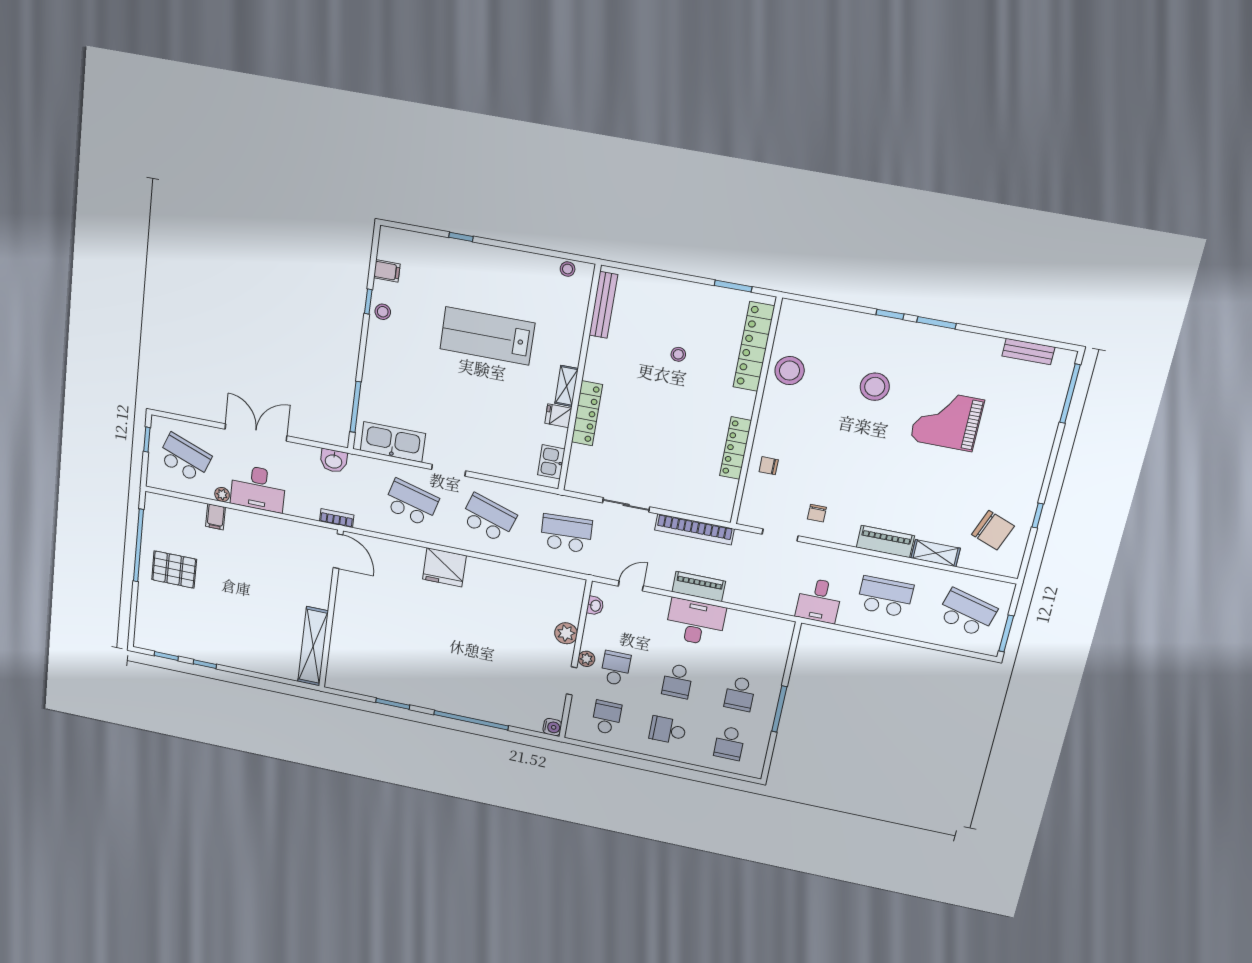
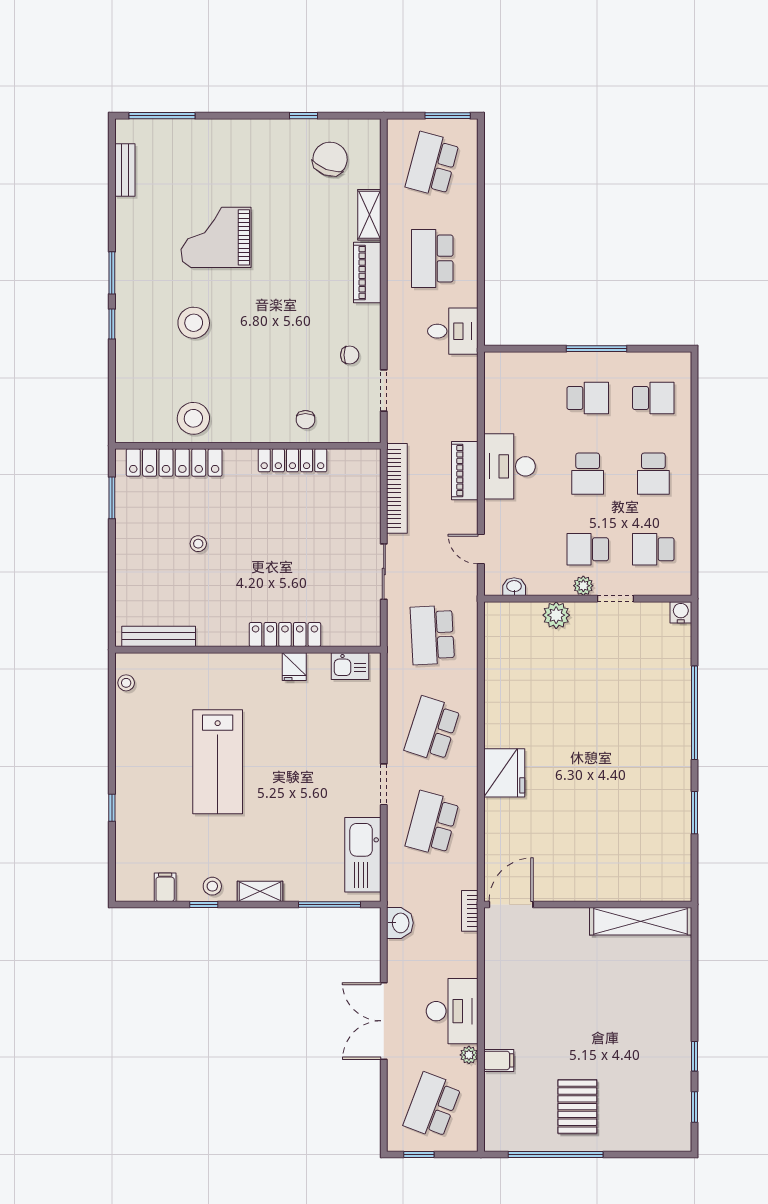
shelving: (567, 386) -> (260, 891), moved
grand piano: (947, 420) -> (216, 237), turned 90
school desk: (677, 681) -> (588, 474), turned 90

